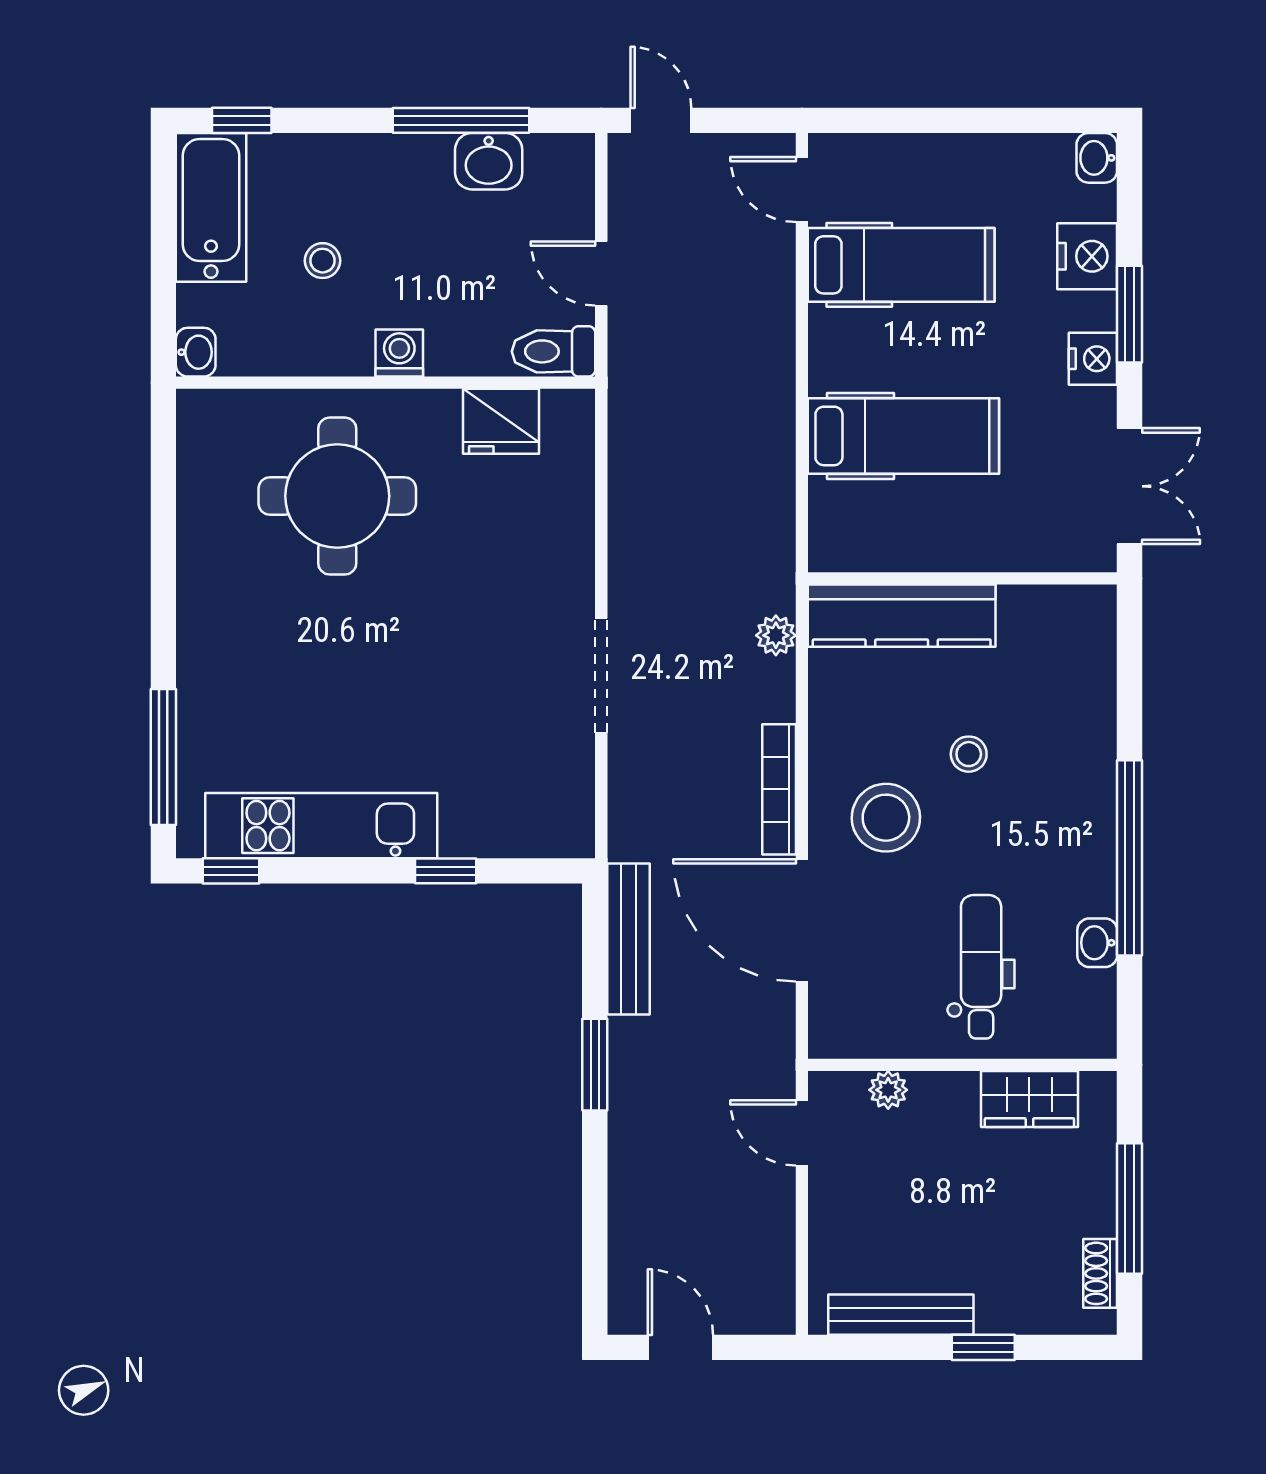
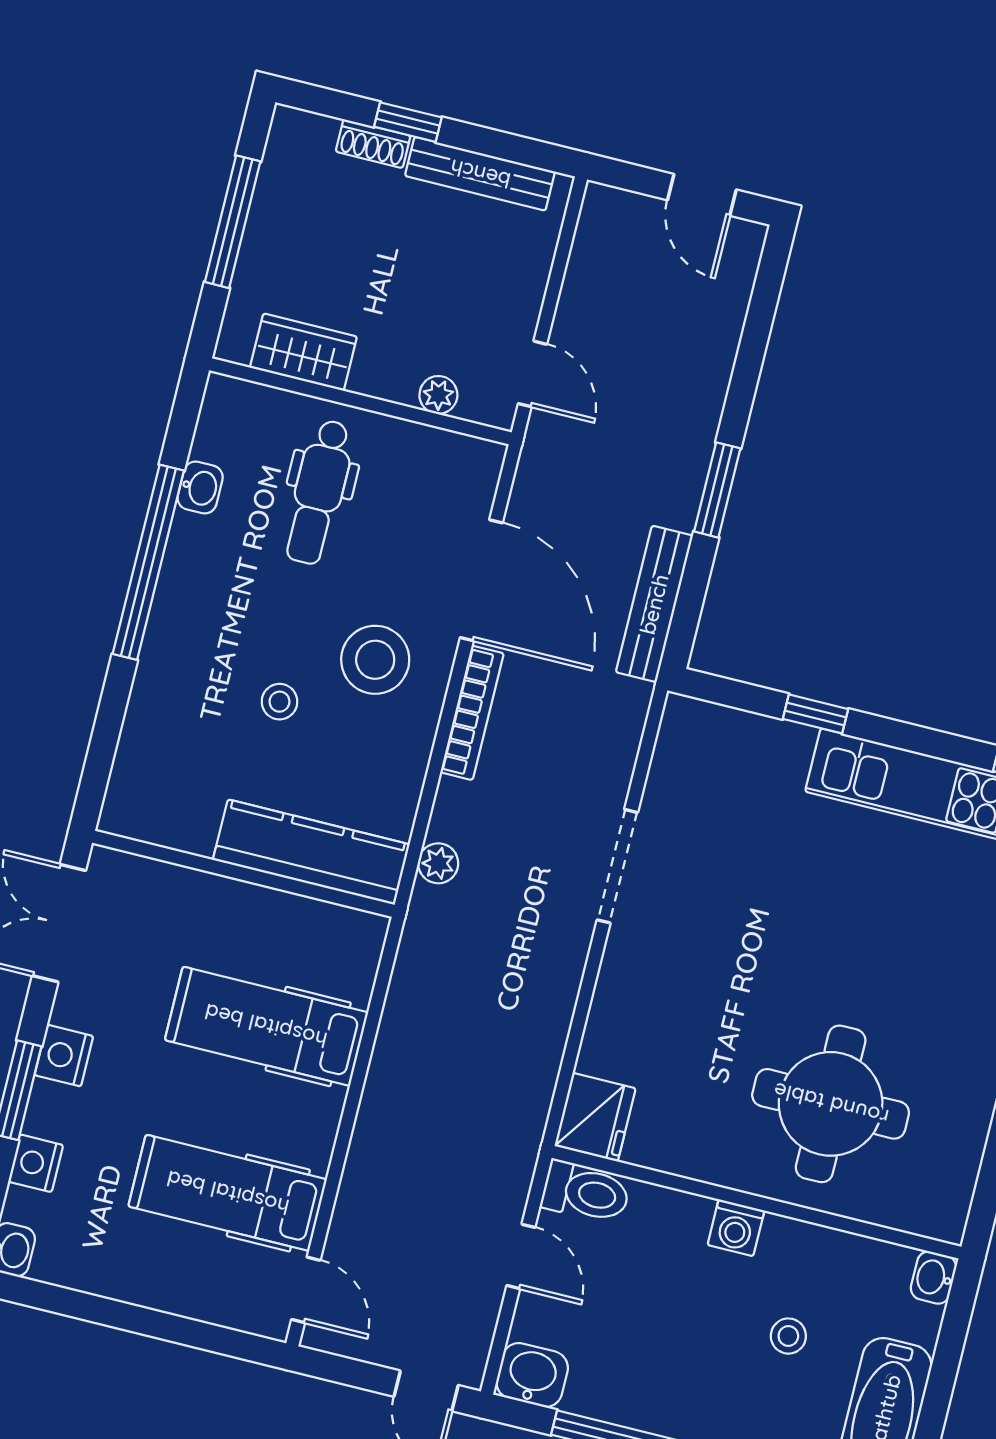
washbasin: (489, 161) -> (532, 1375), moved
nightstand: (1087, 256) -> (36, 1163), width x0.74, depth x0.75
fridge: (501, 421) -> (595, 1117), moved, turned 90
shoe rack: (1100, 1273) -> (373, 144), moved, turned 90

